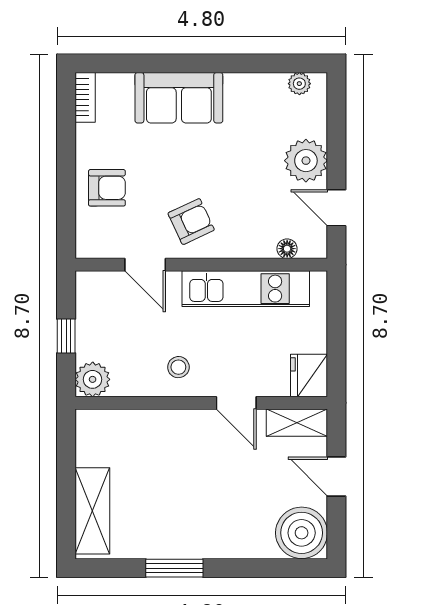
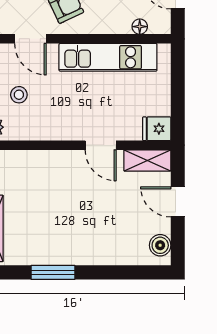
stool: (178, 367) -> (19, 95), moved
fridge: (309, 375) -> (157, 129), width x0.72
boiler: (302, 533) -> (160, 245), width x0.54, depth x0.54

